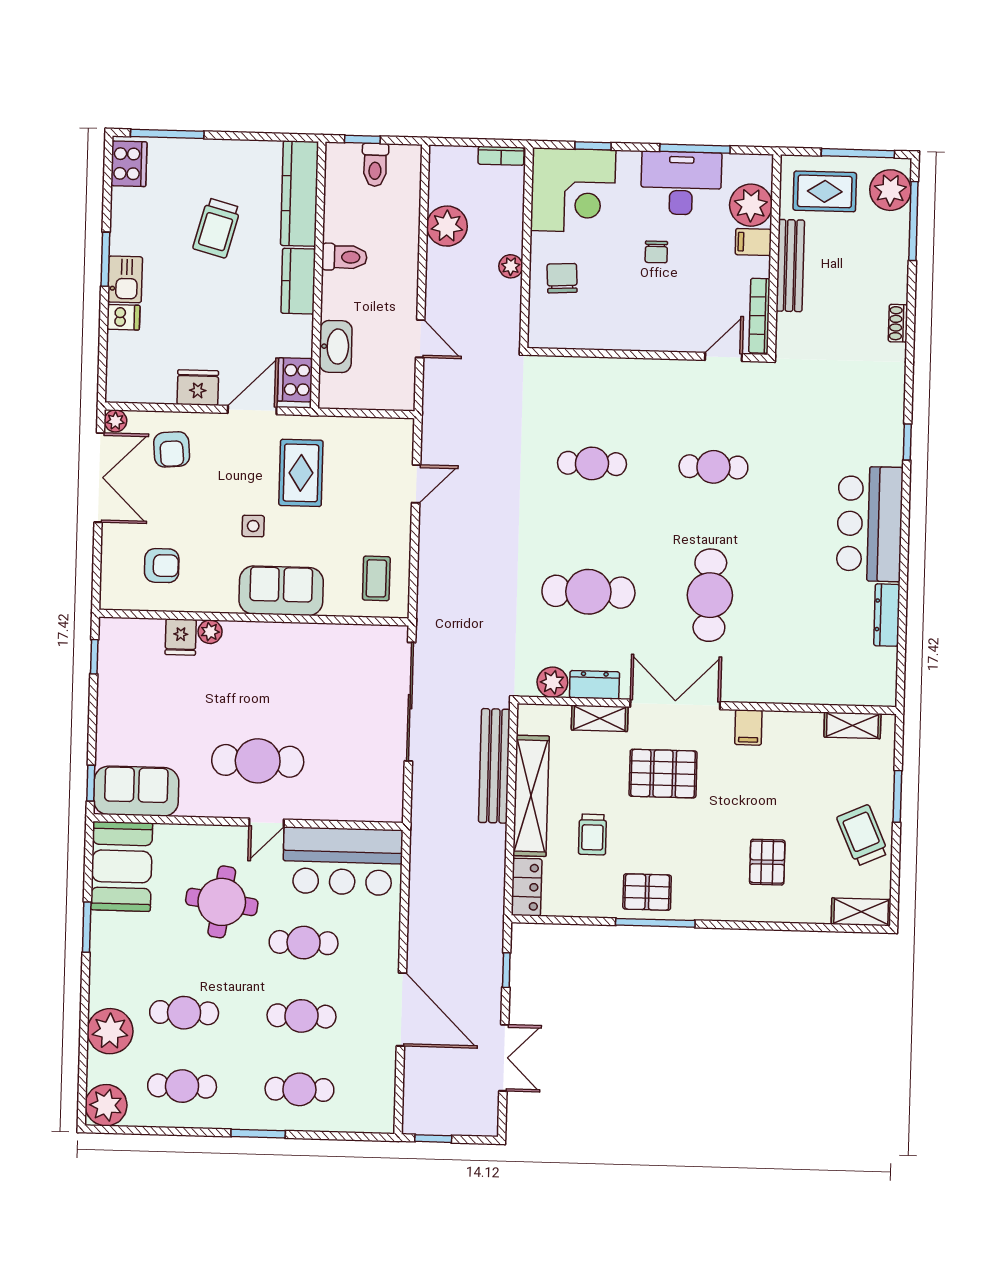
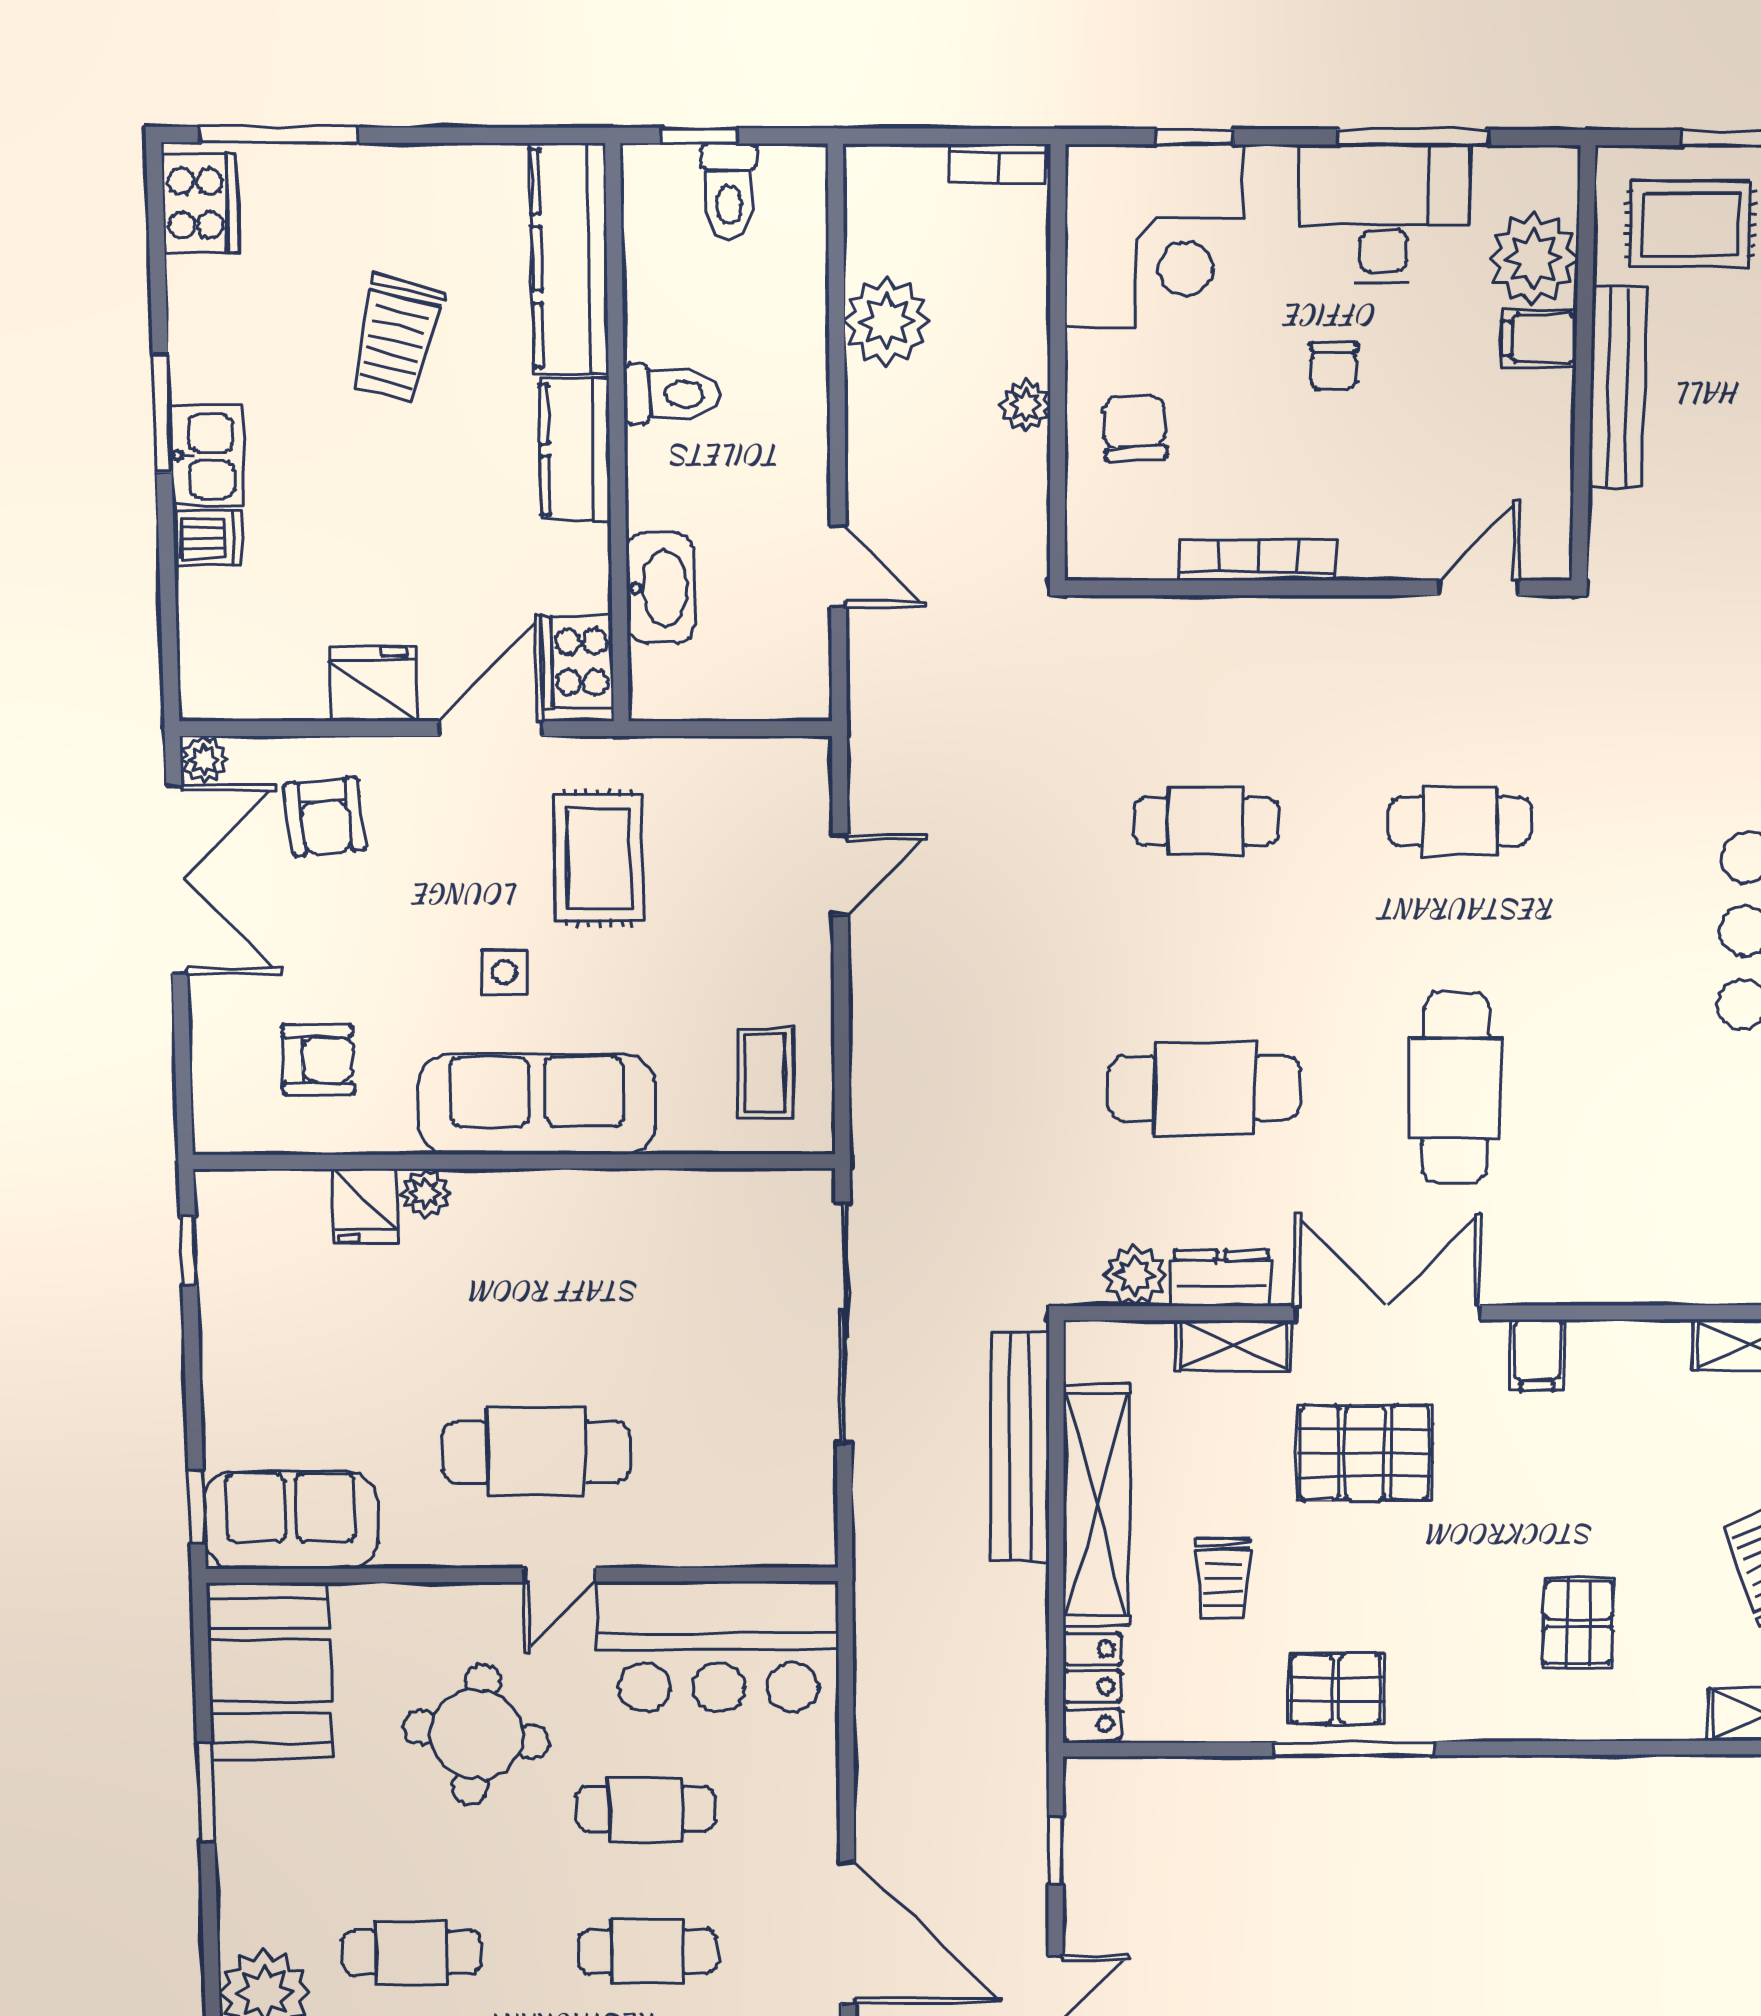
bookcase: (759, 316) -> (1258, 560), moved, turned 90
sofa: (281, 591) -> (537, 1105), width x1.36

